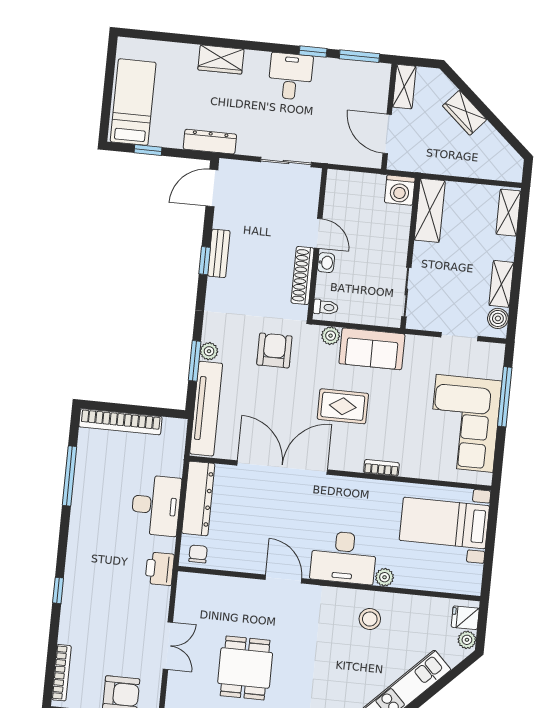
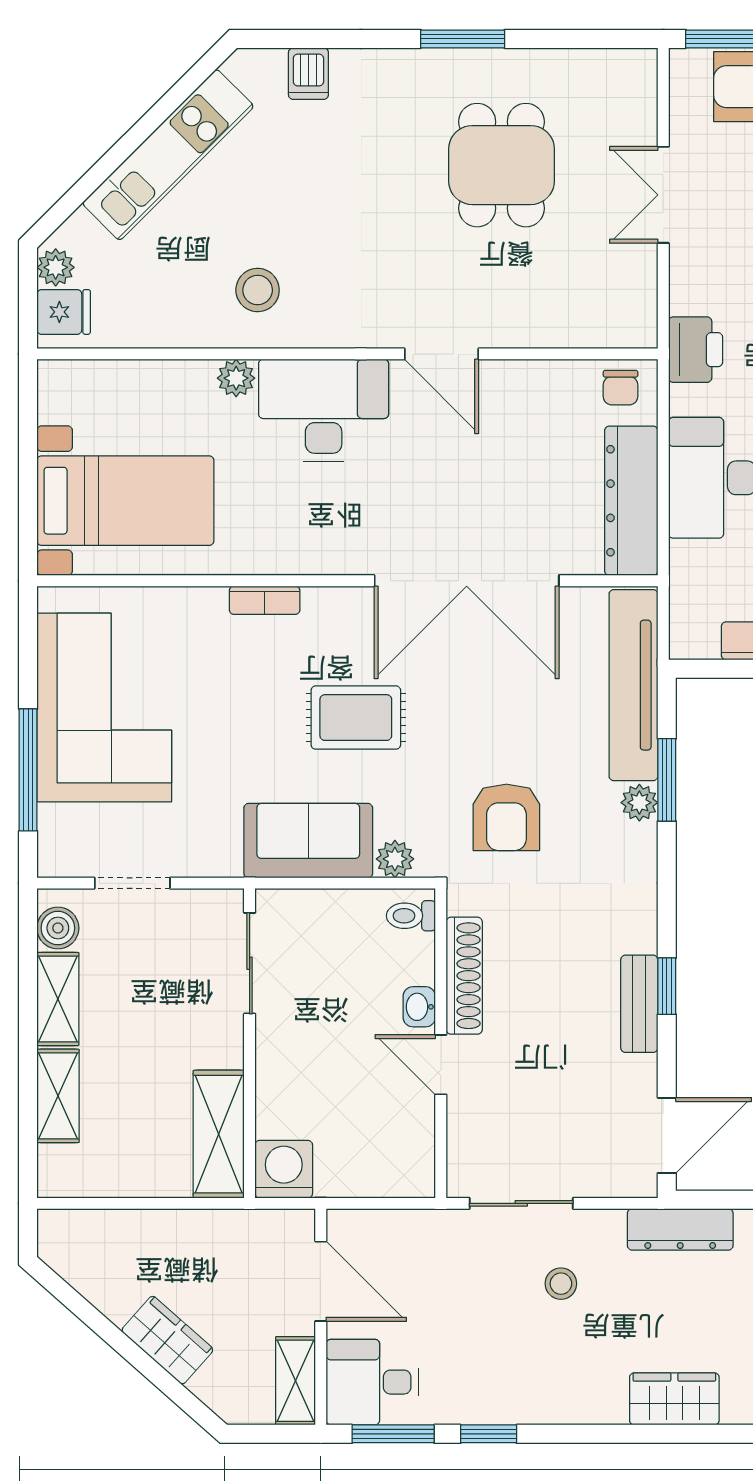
desk: (290, 76) -> (372, 1382), moved, turned 90
stool: (271, 121) -> (561, 1284), added
shelving: (508, 213) -> (58, 1096), moved

